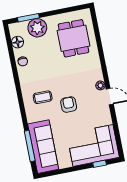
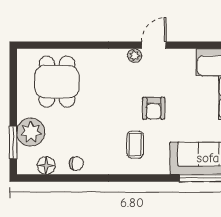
dining table: (73, 38) -> (57, 82), turned 90
armchair: (69, 105) -> (154, 108), turned -90

